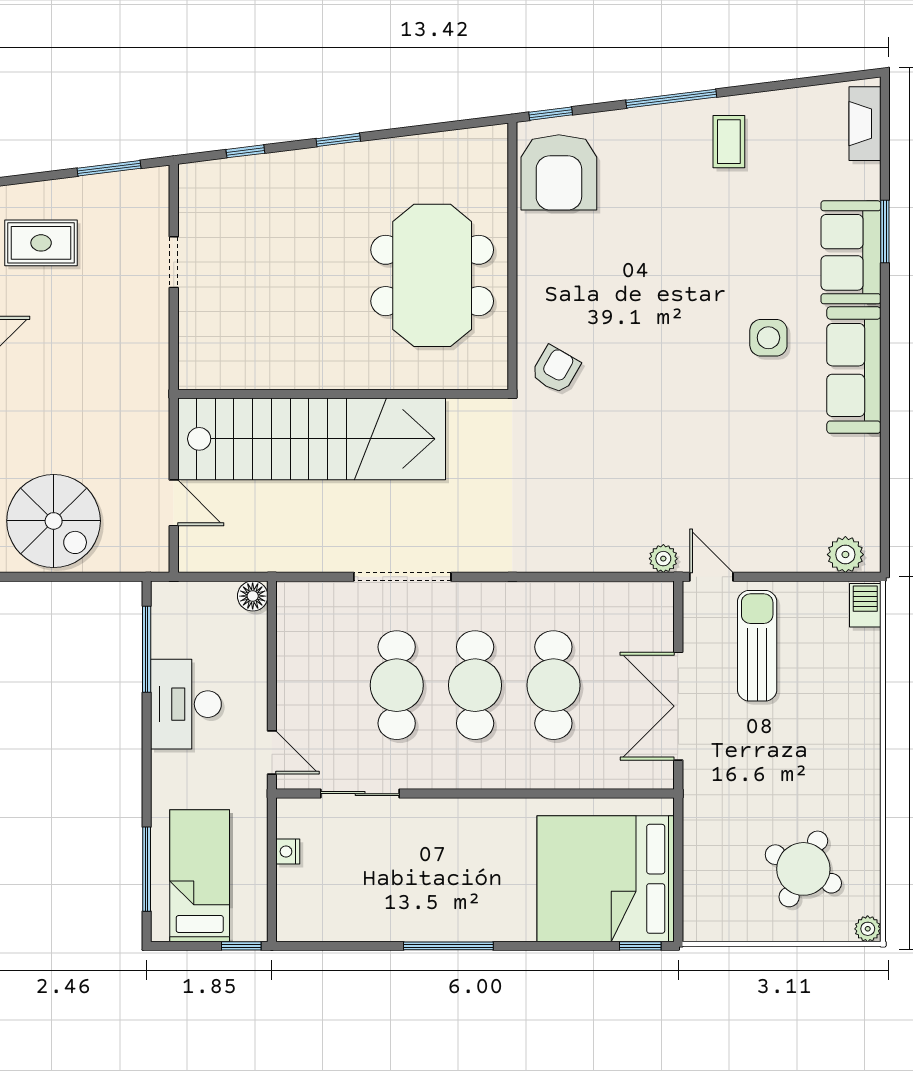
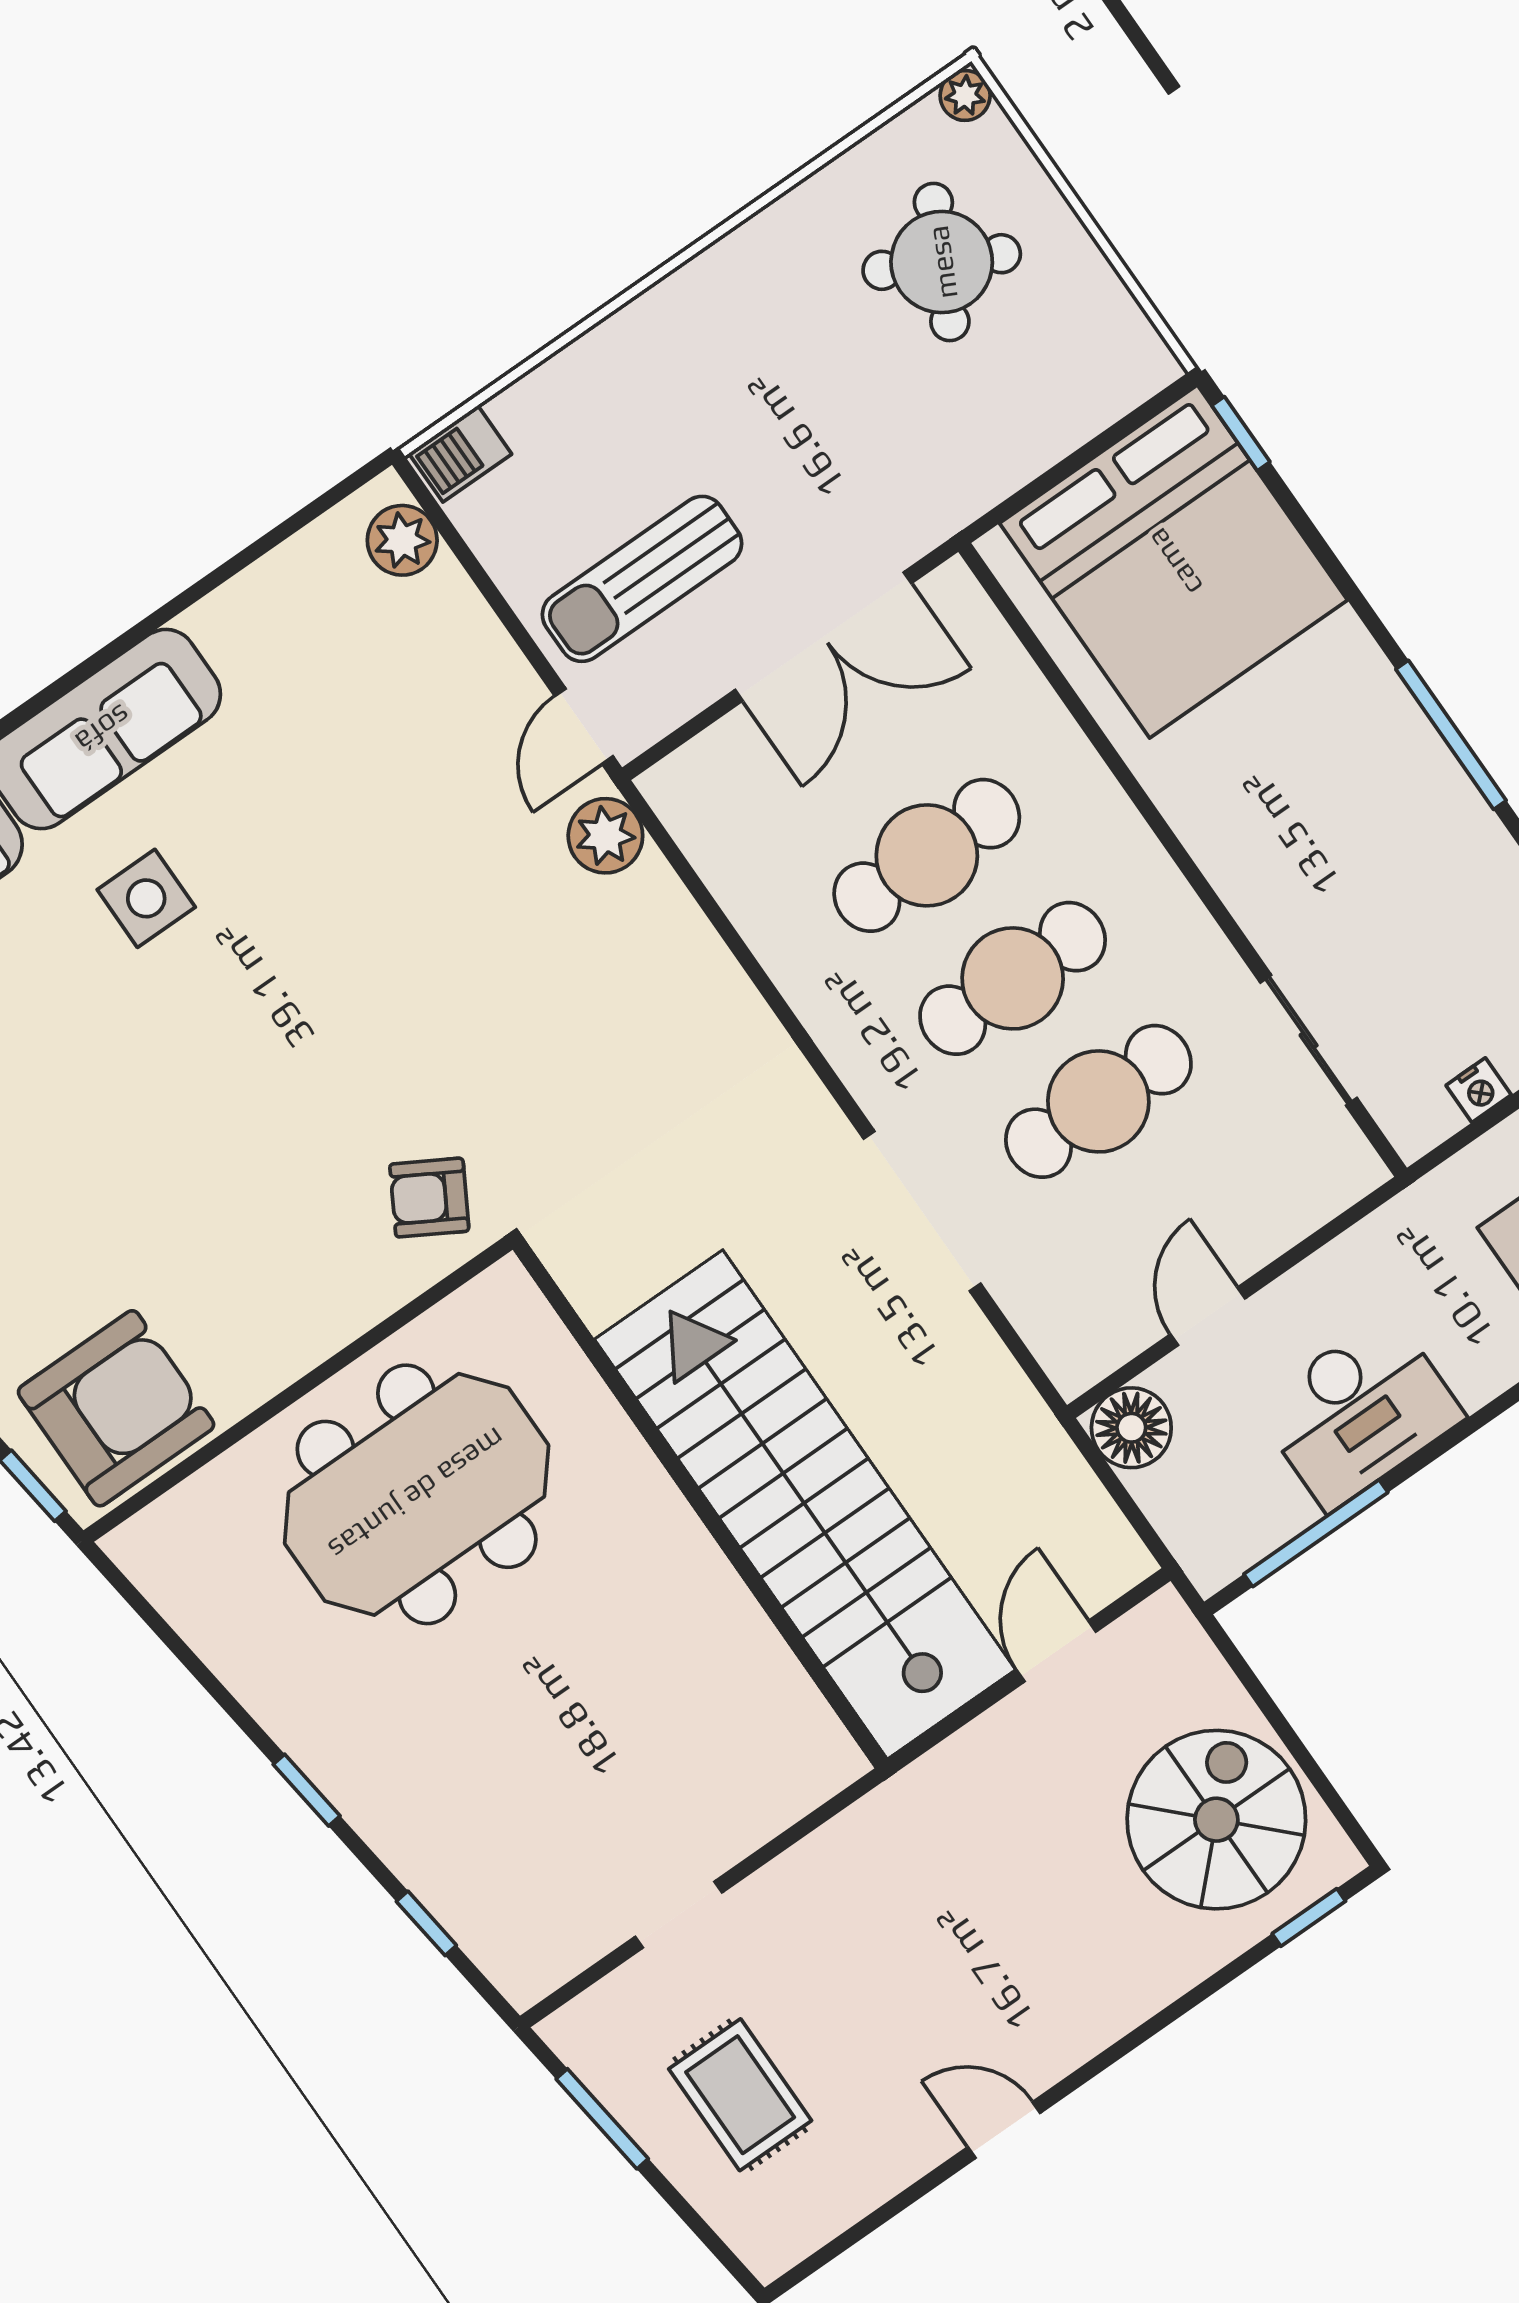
rug: (41, 243) -> (740, 2095), moved
plant: (663, 559) -> (605, 836), width x1.38, depth x1.38
floor lamp: (253, 596) -> (1131, 1428), width x1.38, depth x1.38
door: (272, 753) -> (1208, 1316), moved

